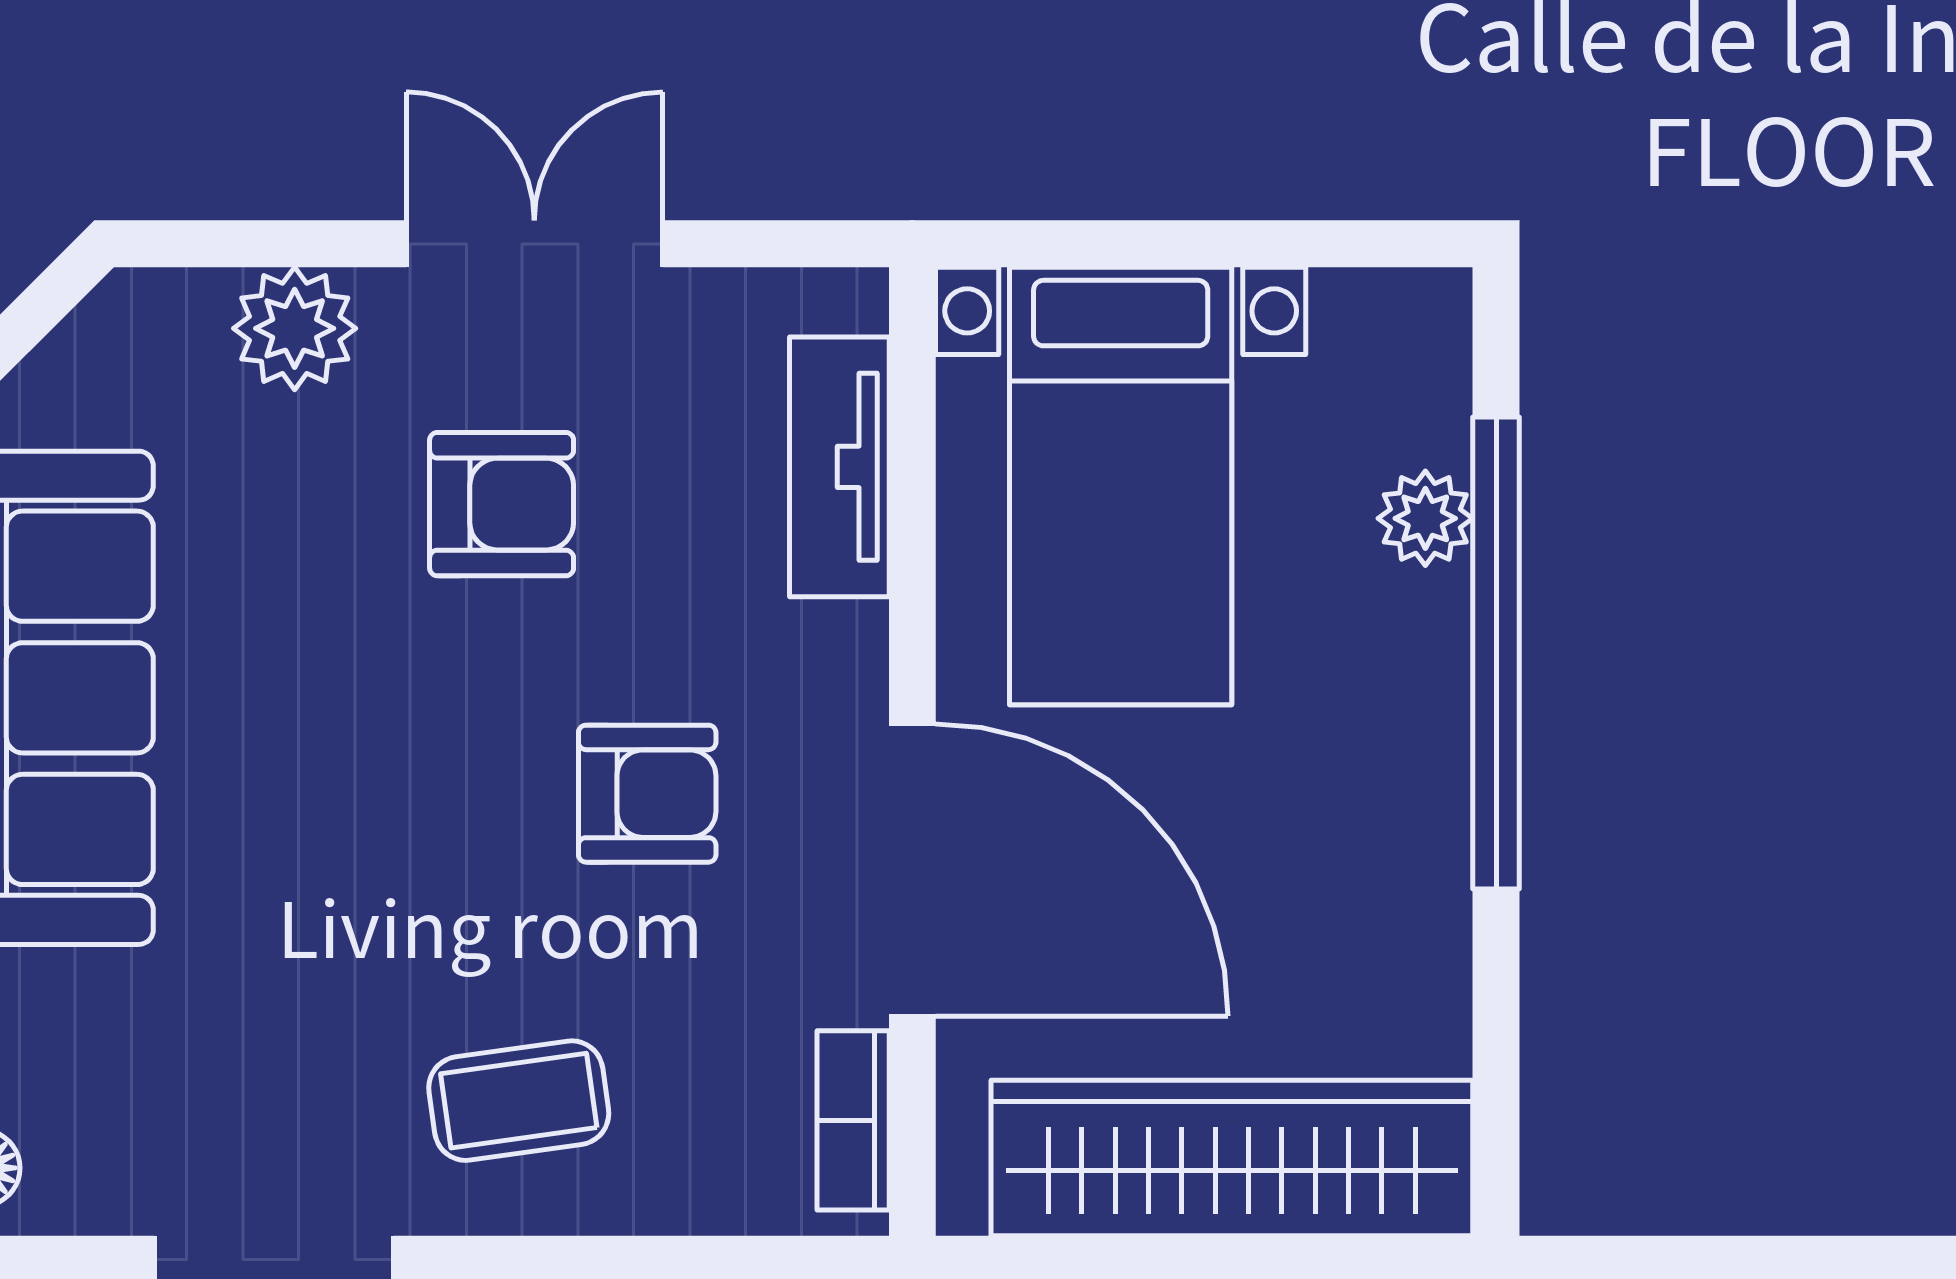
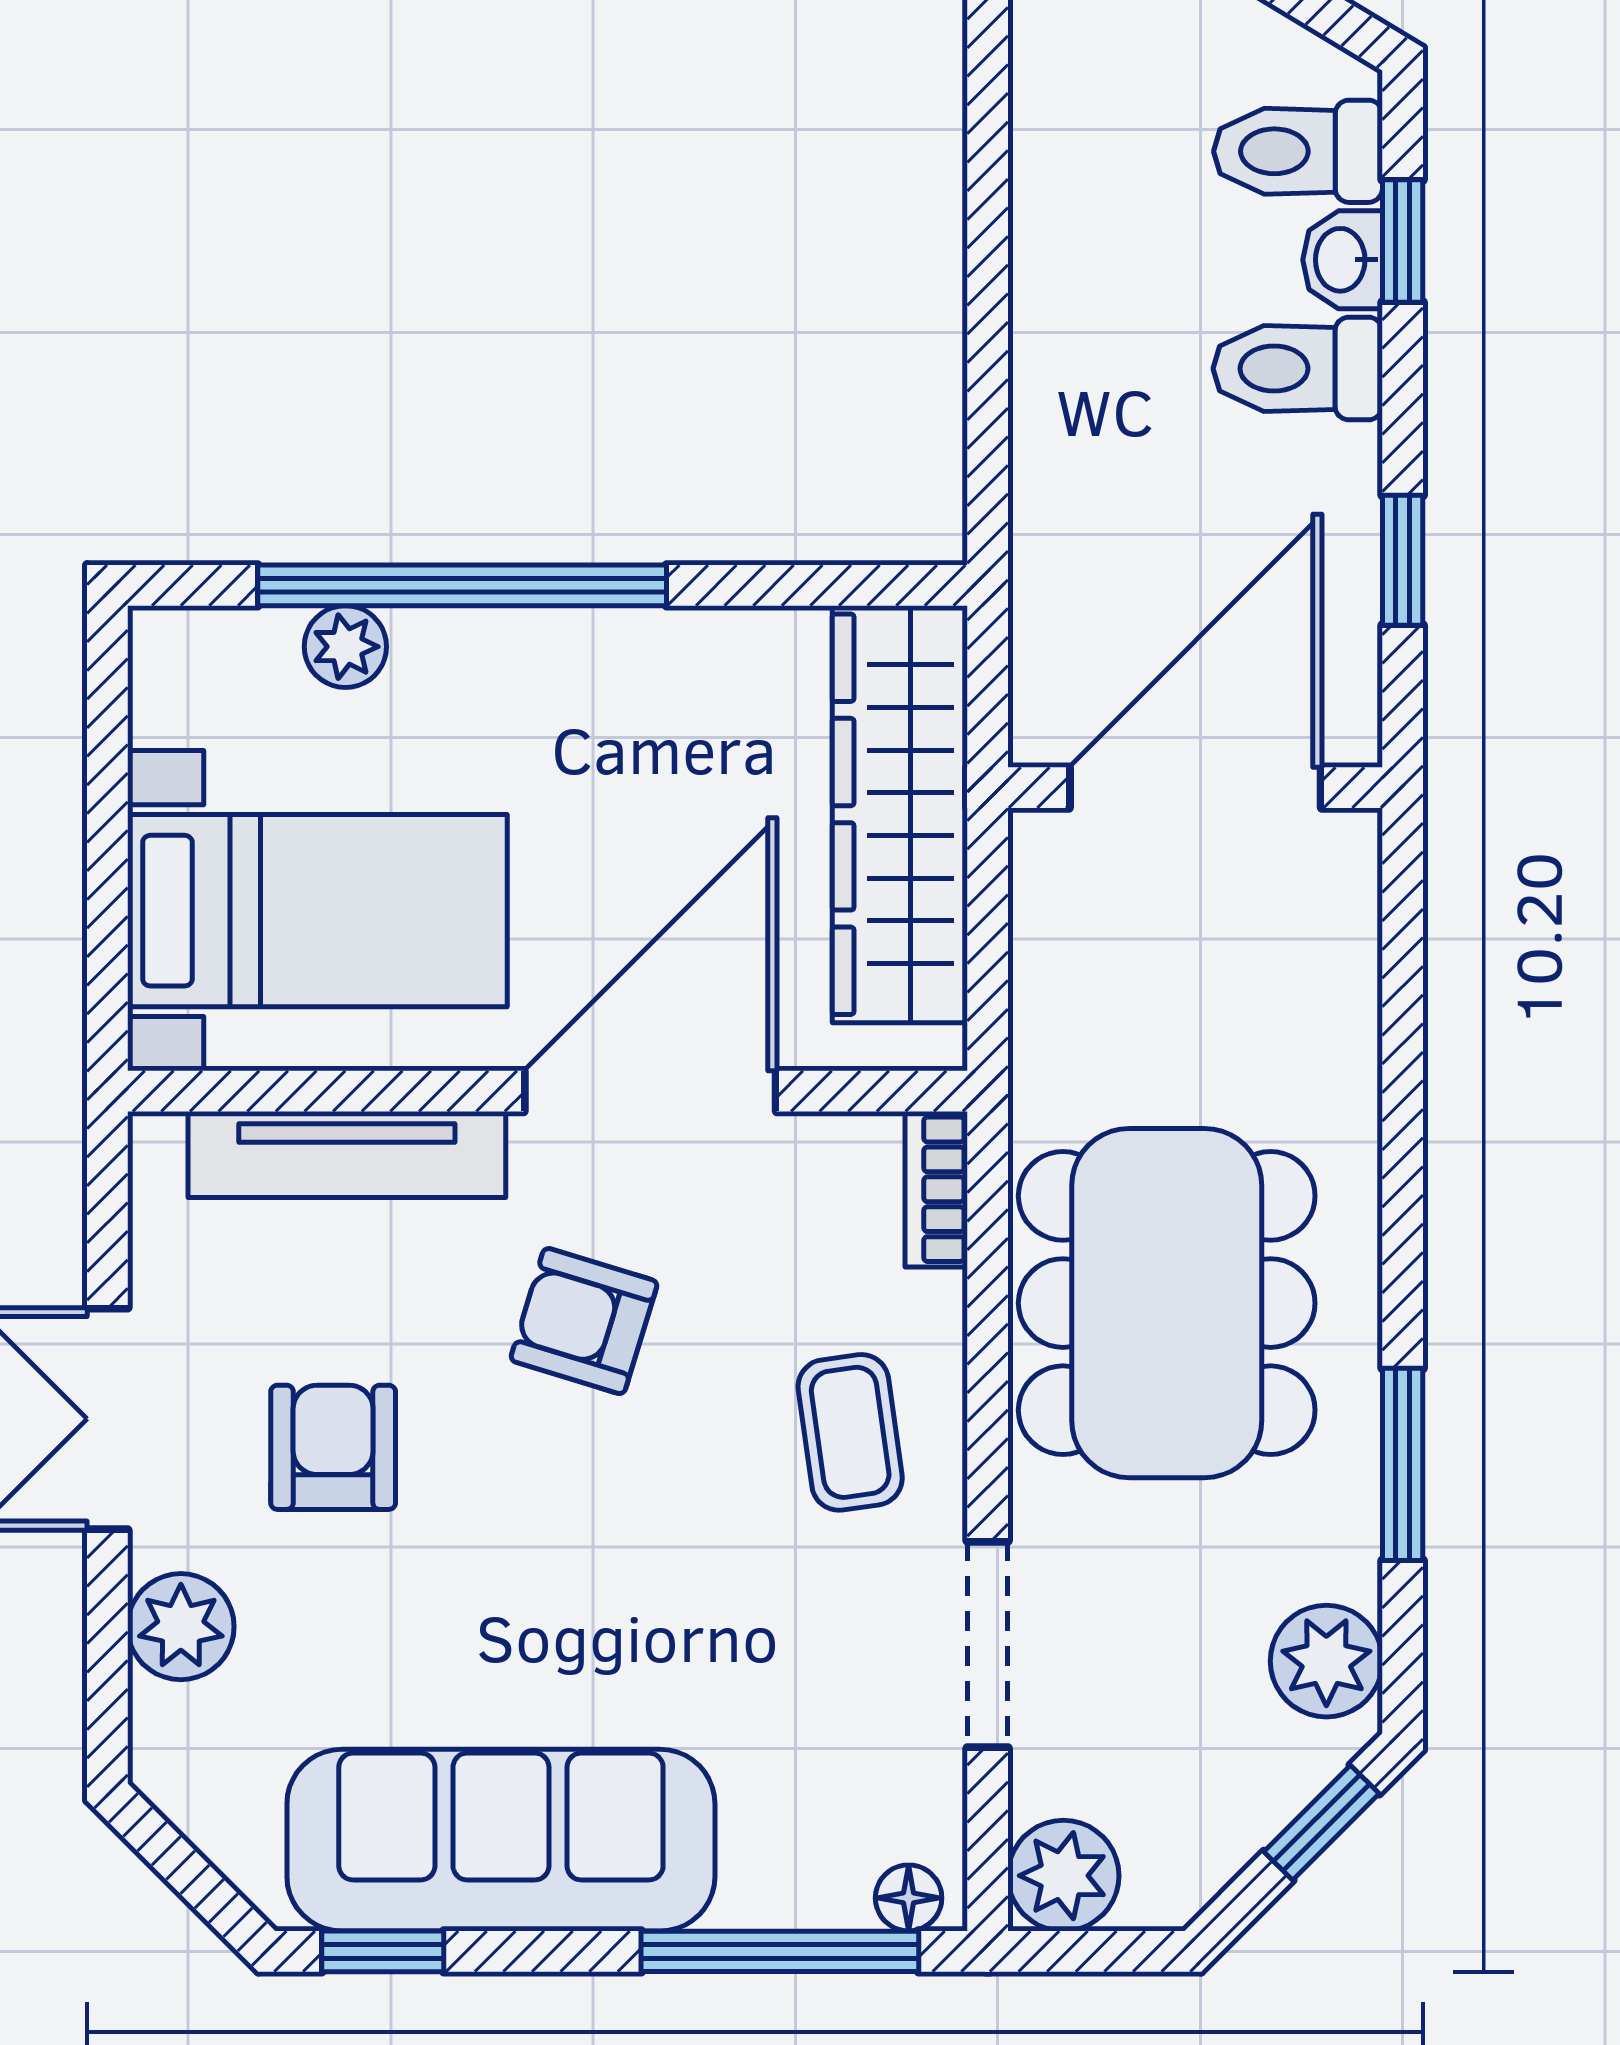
tv unit: (839, 467) -> (347, 1154), width x1.41
armchair: (647, 794) -> (584, 1321), turned -73
bookcase: (853, 1120) -> (936, 1189), moved, turned 90

